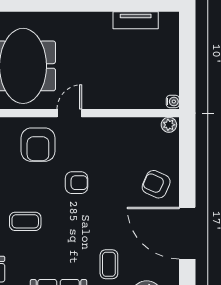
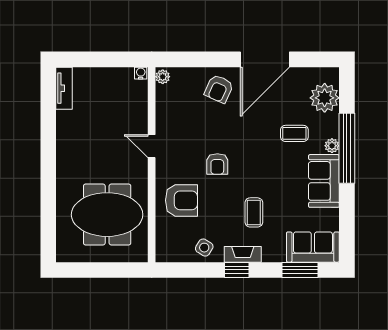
tv unit: (136, 20) -> (64, 88), moved
door: (69, 113) -> (152, 146), moved
armchair: (77, 183) -> (217, 164), turned 180

